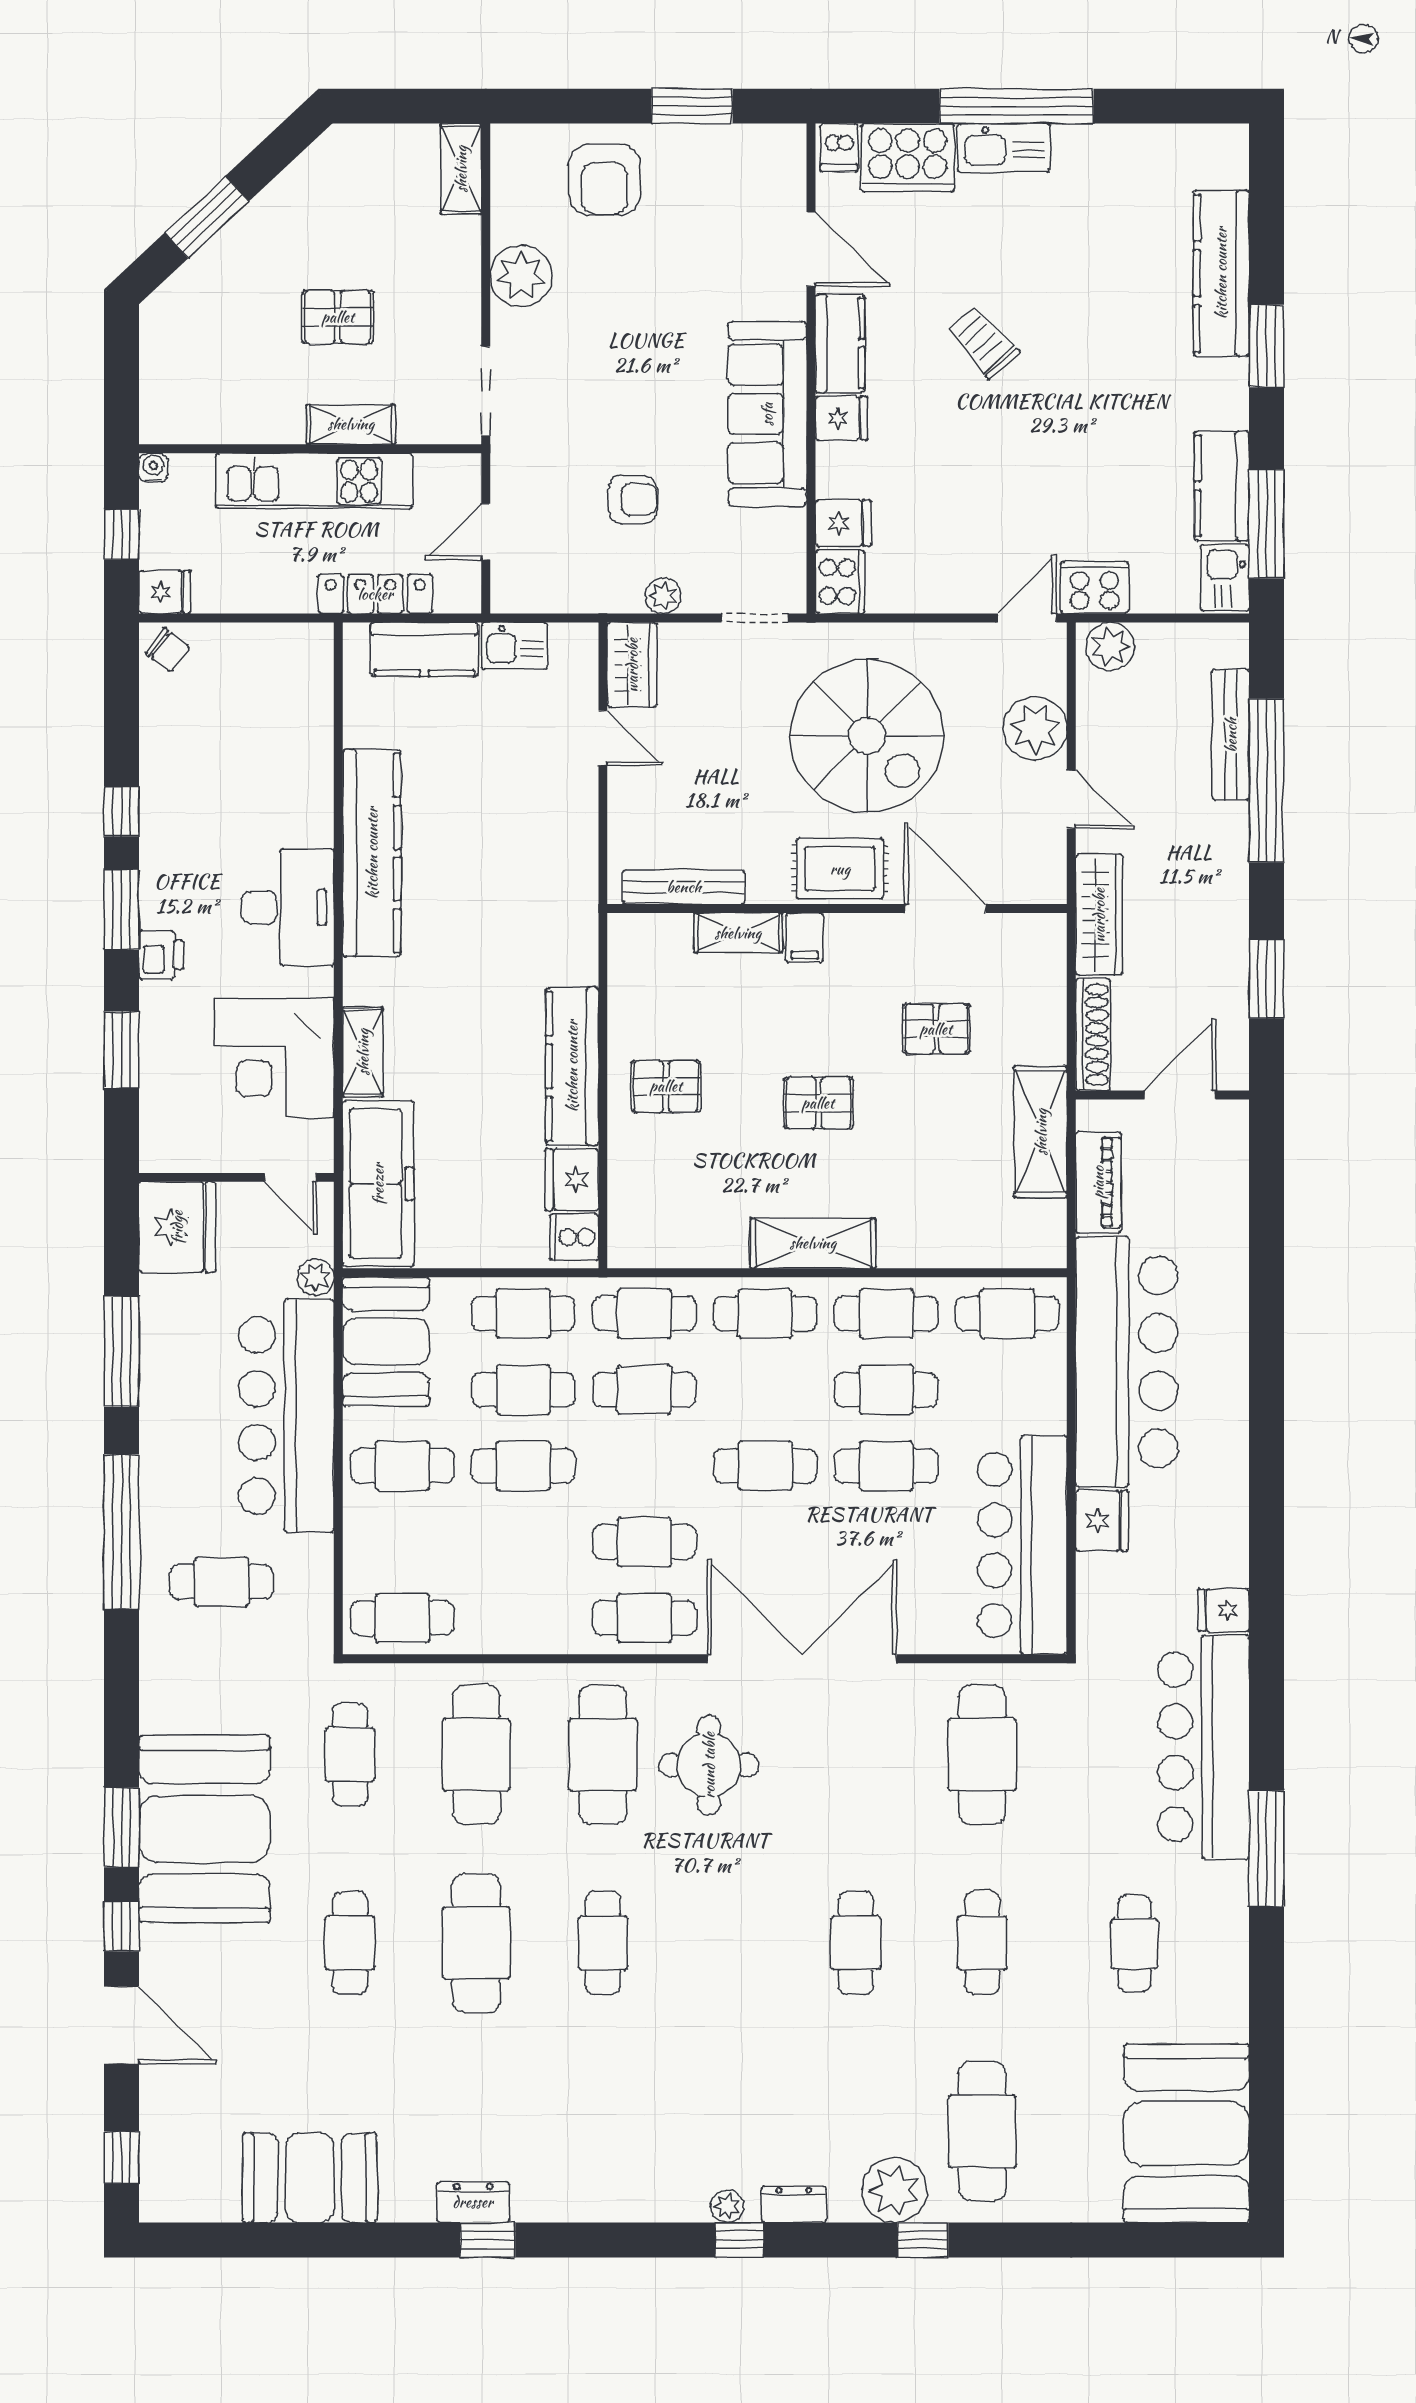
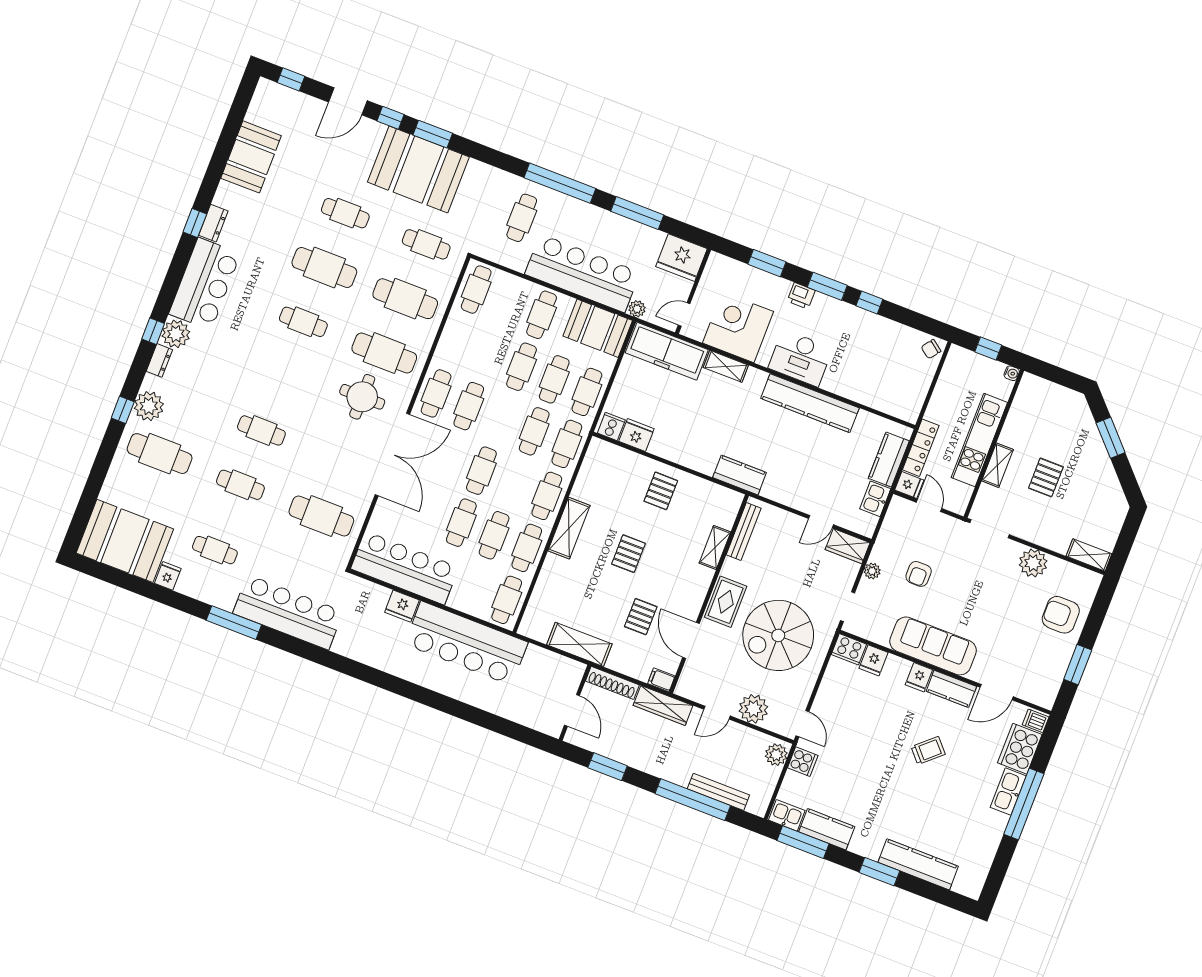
cooker: (1094, 587) -> (803, 762), width x0.73
fridge: (165, 592) -> (909, 485), moved, turned -90
door: (945, 909) -> (691, 640), swing flipped
filing cabinet: (805, 938) -> (661, 680), moved
kitchen counter: (572, 1066) -> (740, 475), moved, width x0.67
piano: (1098, 1182) -> (548, 661), removed
fridge: (1224, 1610) -> (168, 576), moved
bar counter: (603, 2173) -> (205, 284), added
plant: (727, 2206) -> (176, 334), width x1.87, depth x1.87

